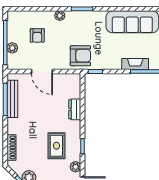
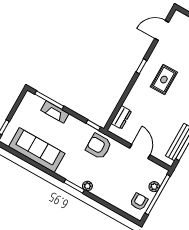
plant: (60, 16) -> (87, 186), moved
armchair: (37, 35) -> (139, 202), moved
dresser: (75, 109) -> (121, 117), moved
plant: (76, 167) -> (158, 52), removed

